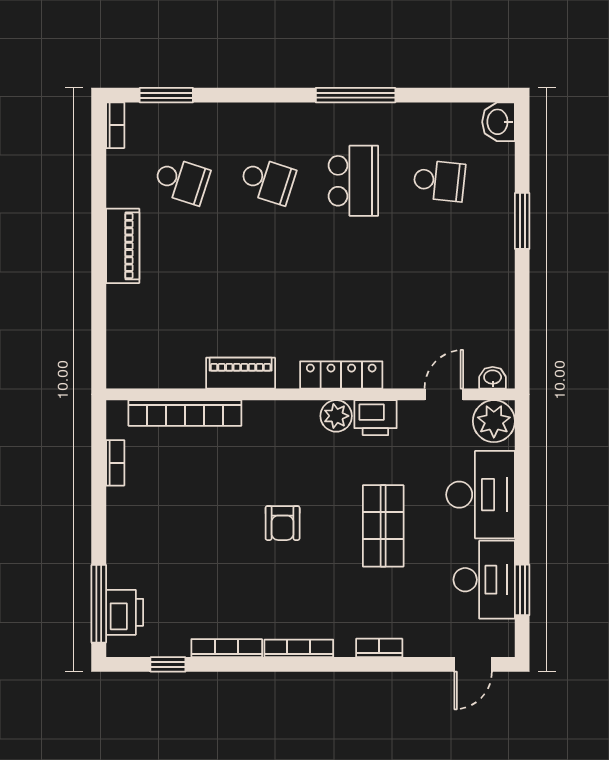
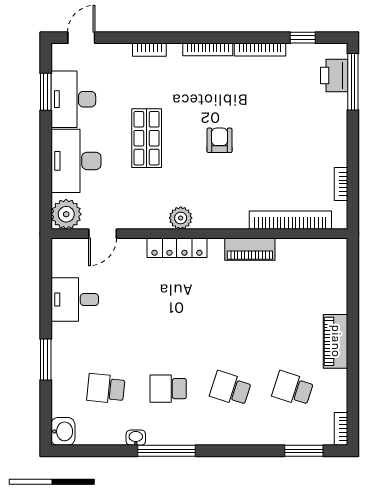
school desk: (353, 181) -> (168, 389), width x0.54
desk: (482, 304) -> (75, 300), added
washbasin: (493, 378) -> (136, 438), moved, turned 180
printer: (375, 418) -> (152, 217), removed

